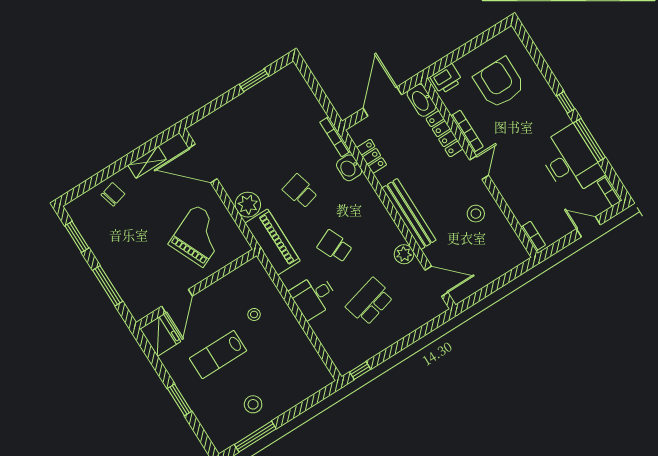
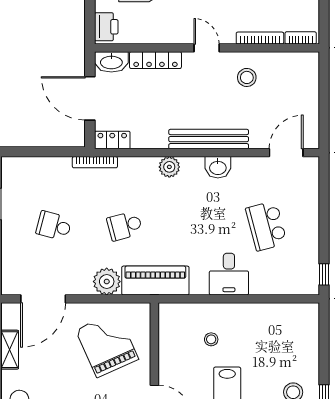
bookcase: (467, 131) -> (260, 38), moved
locker: (372, 156) -> (112, 140), moved
washbasin: (349, 168) -> (218, 167), moved
school desk: (335, 246) -> (54, 226), moved, turned 39
plant: (404, 254) -> (169, 167), moved

